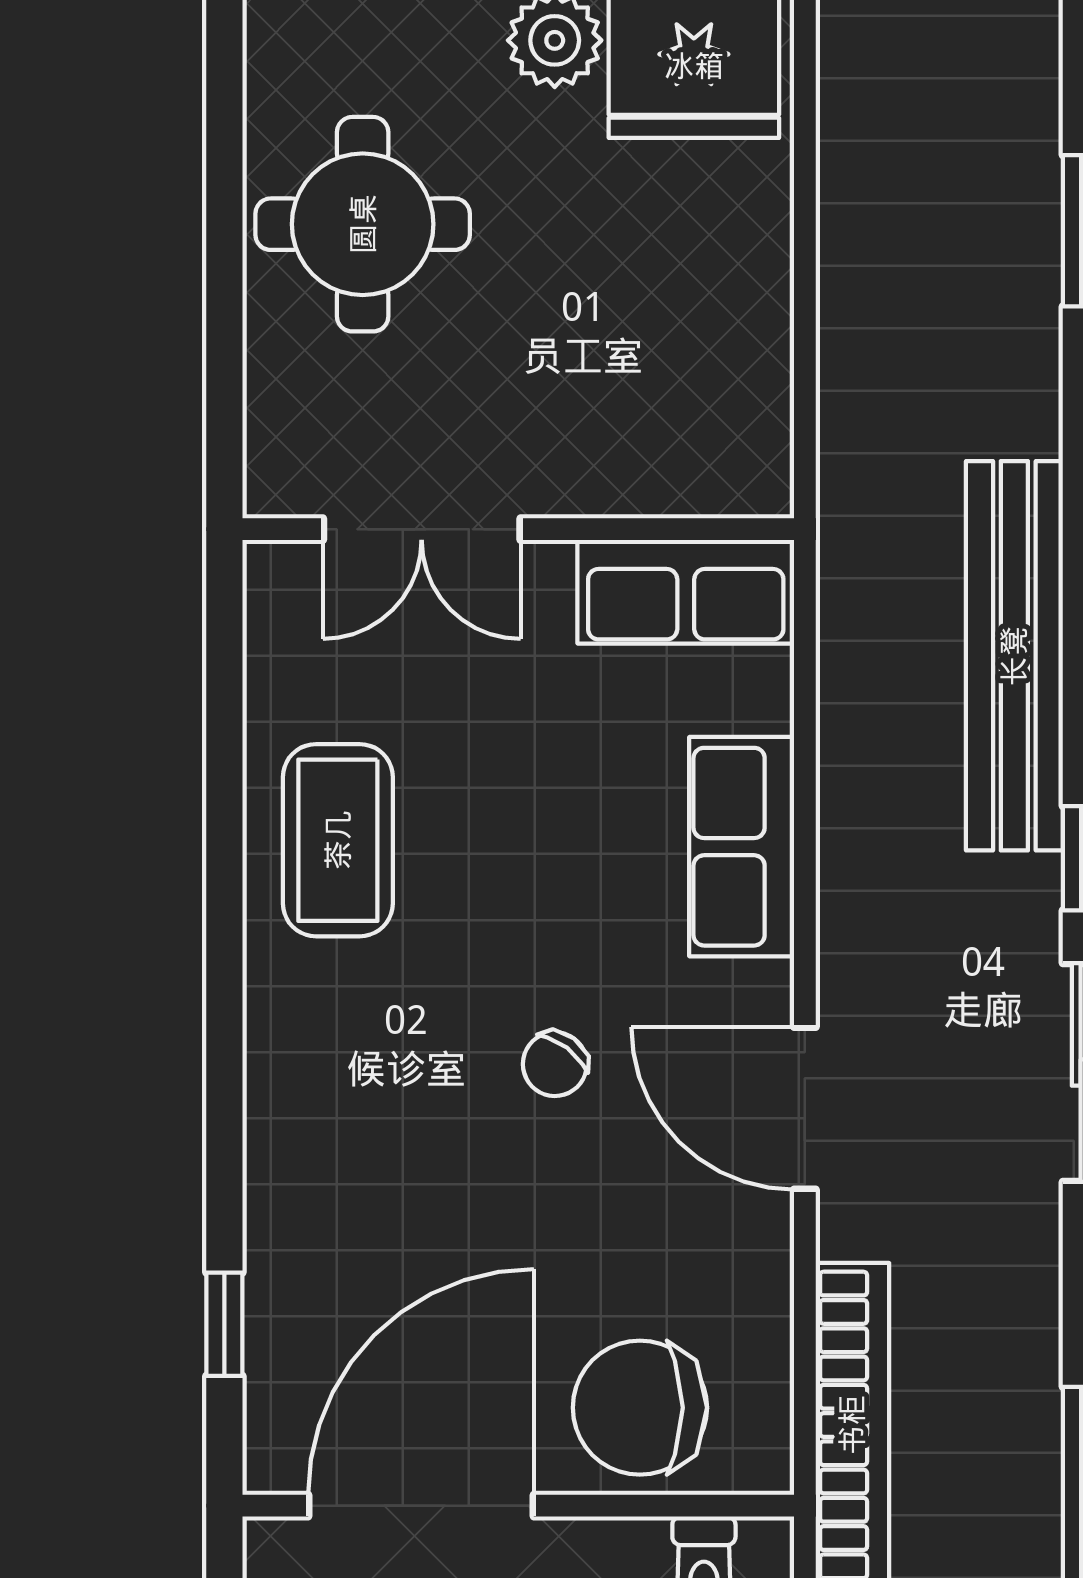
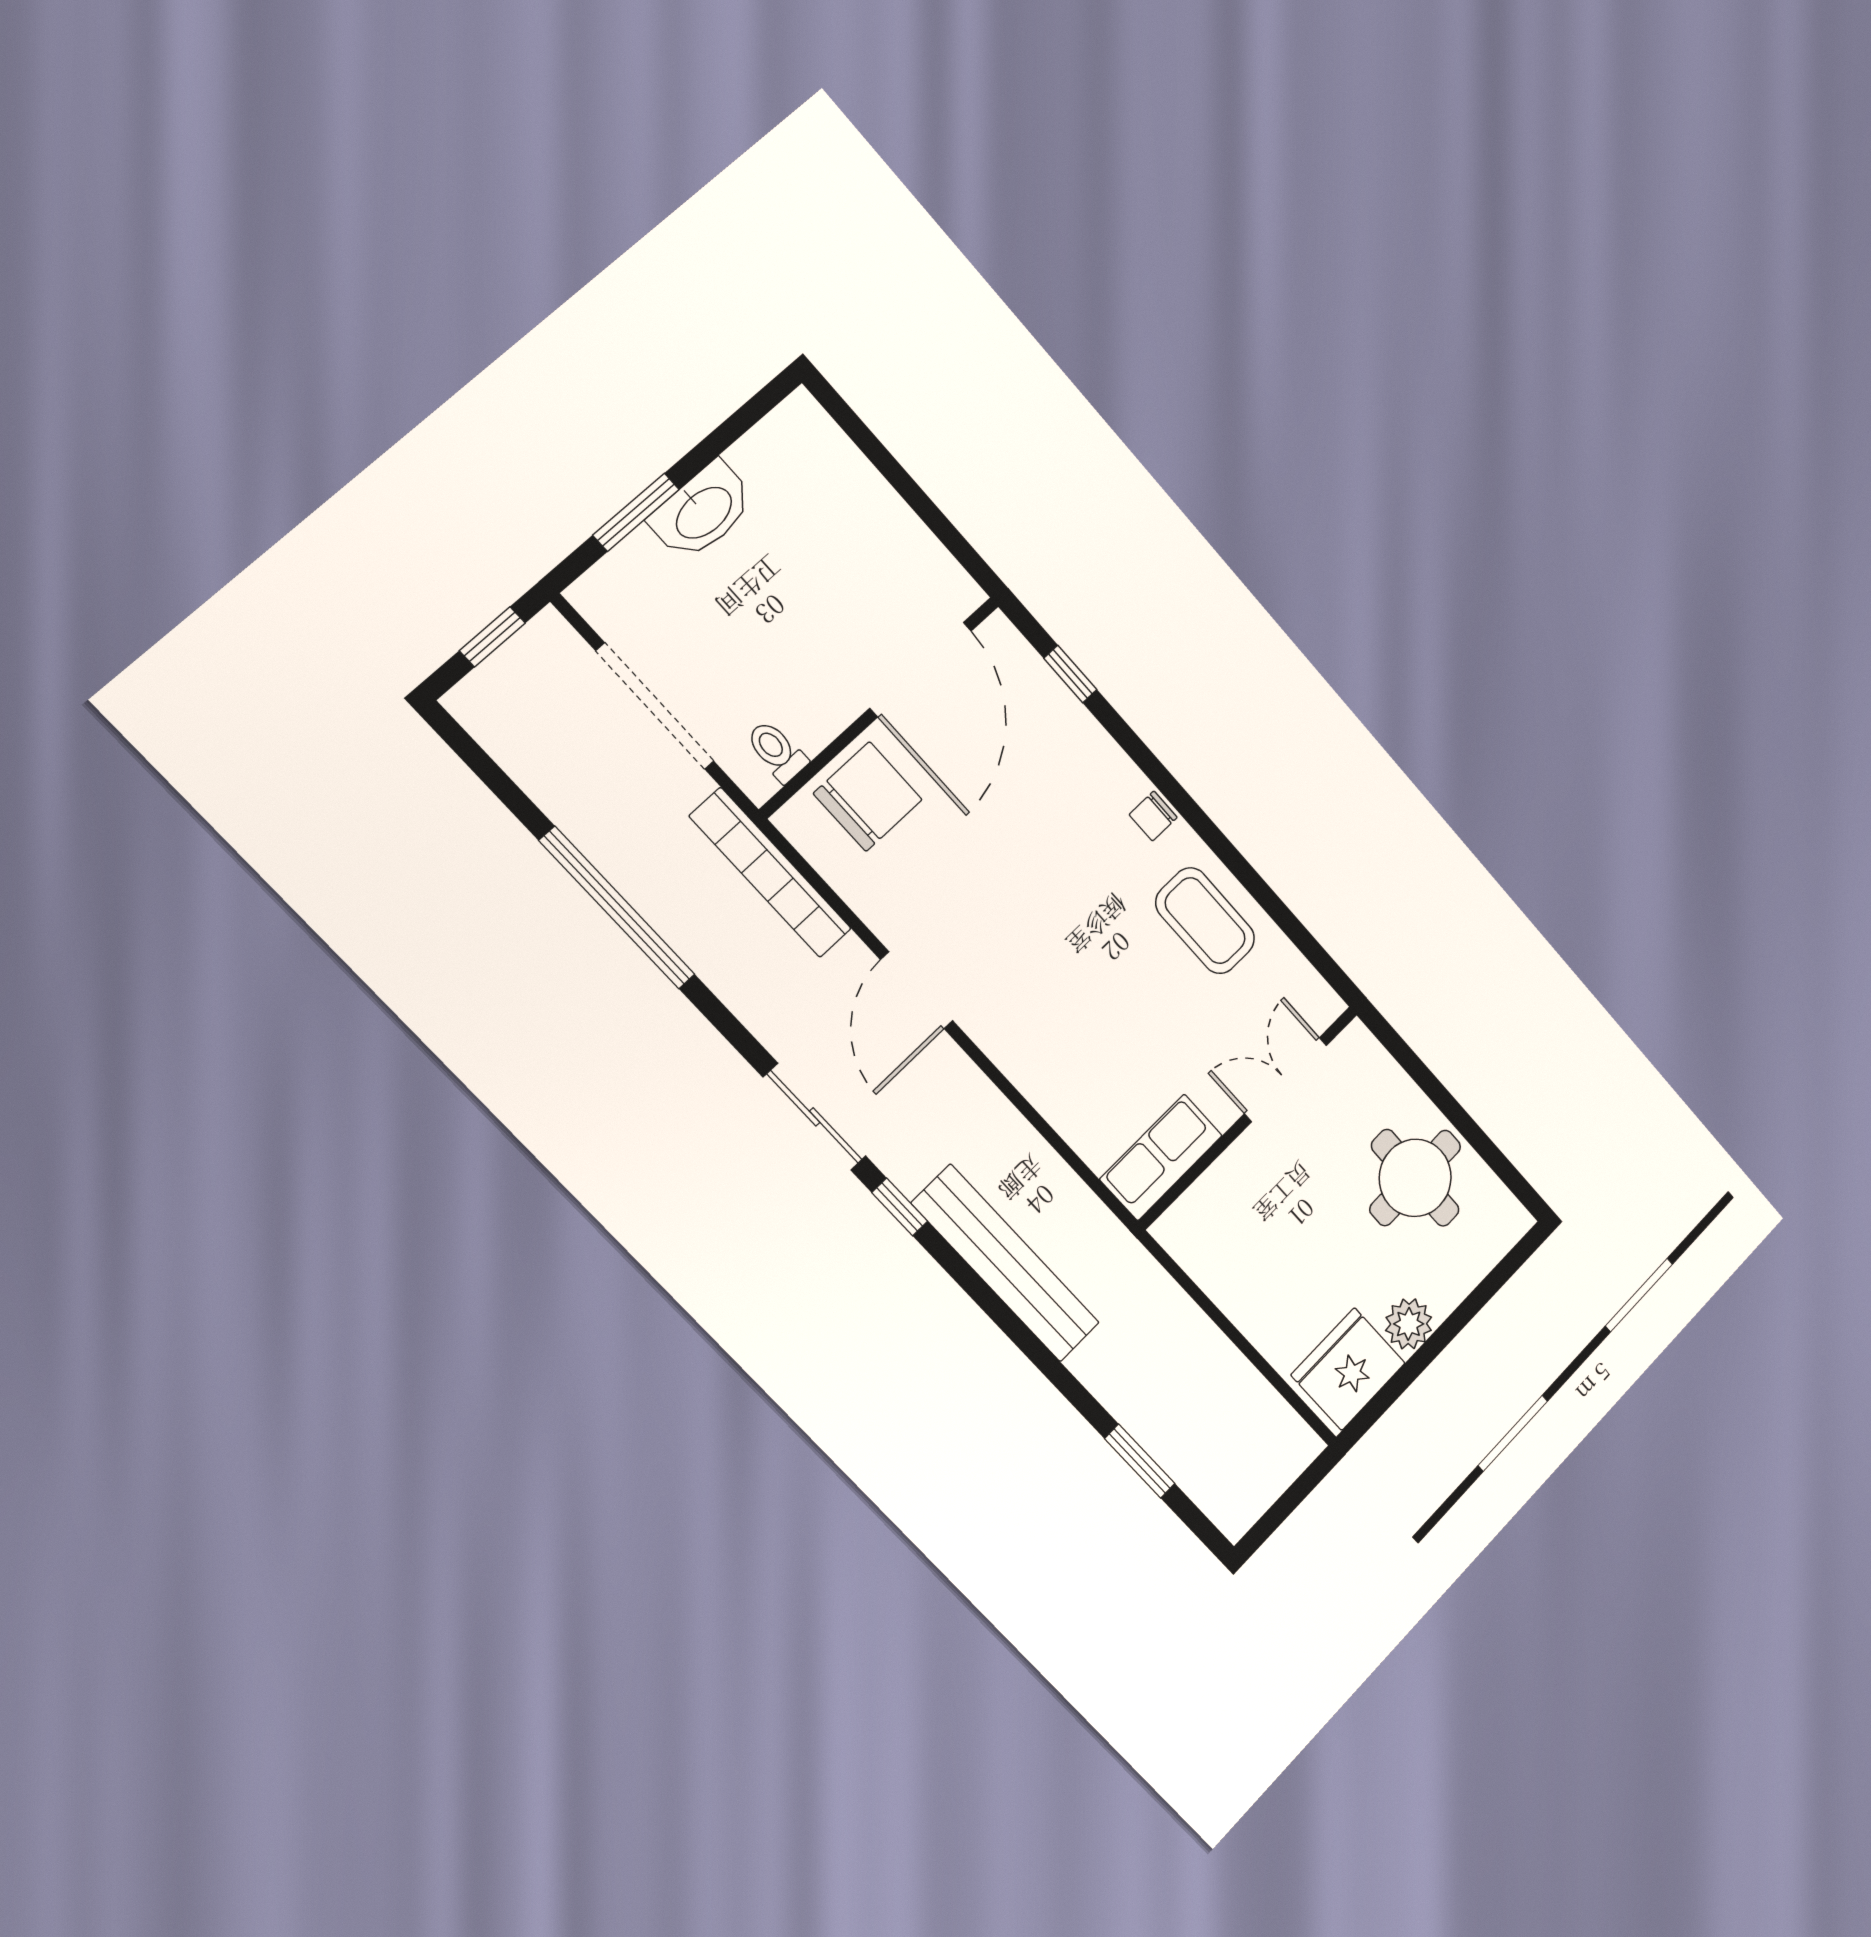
row of seats: (742, 847) -> (1043, 1075), removed
chair: (555, 1064) -> (1153, 816), moved, turned -127
door: (805, 1108) -> (917, 990), swing flipped

